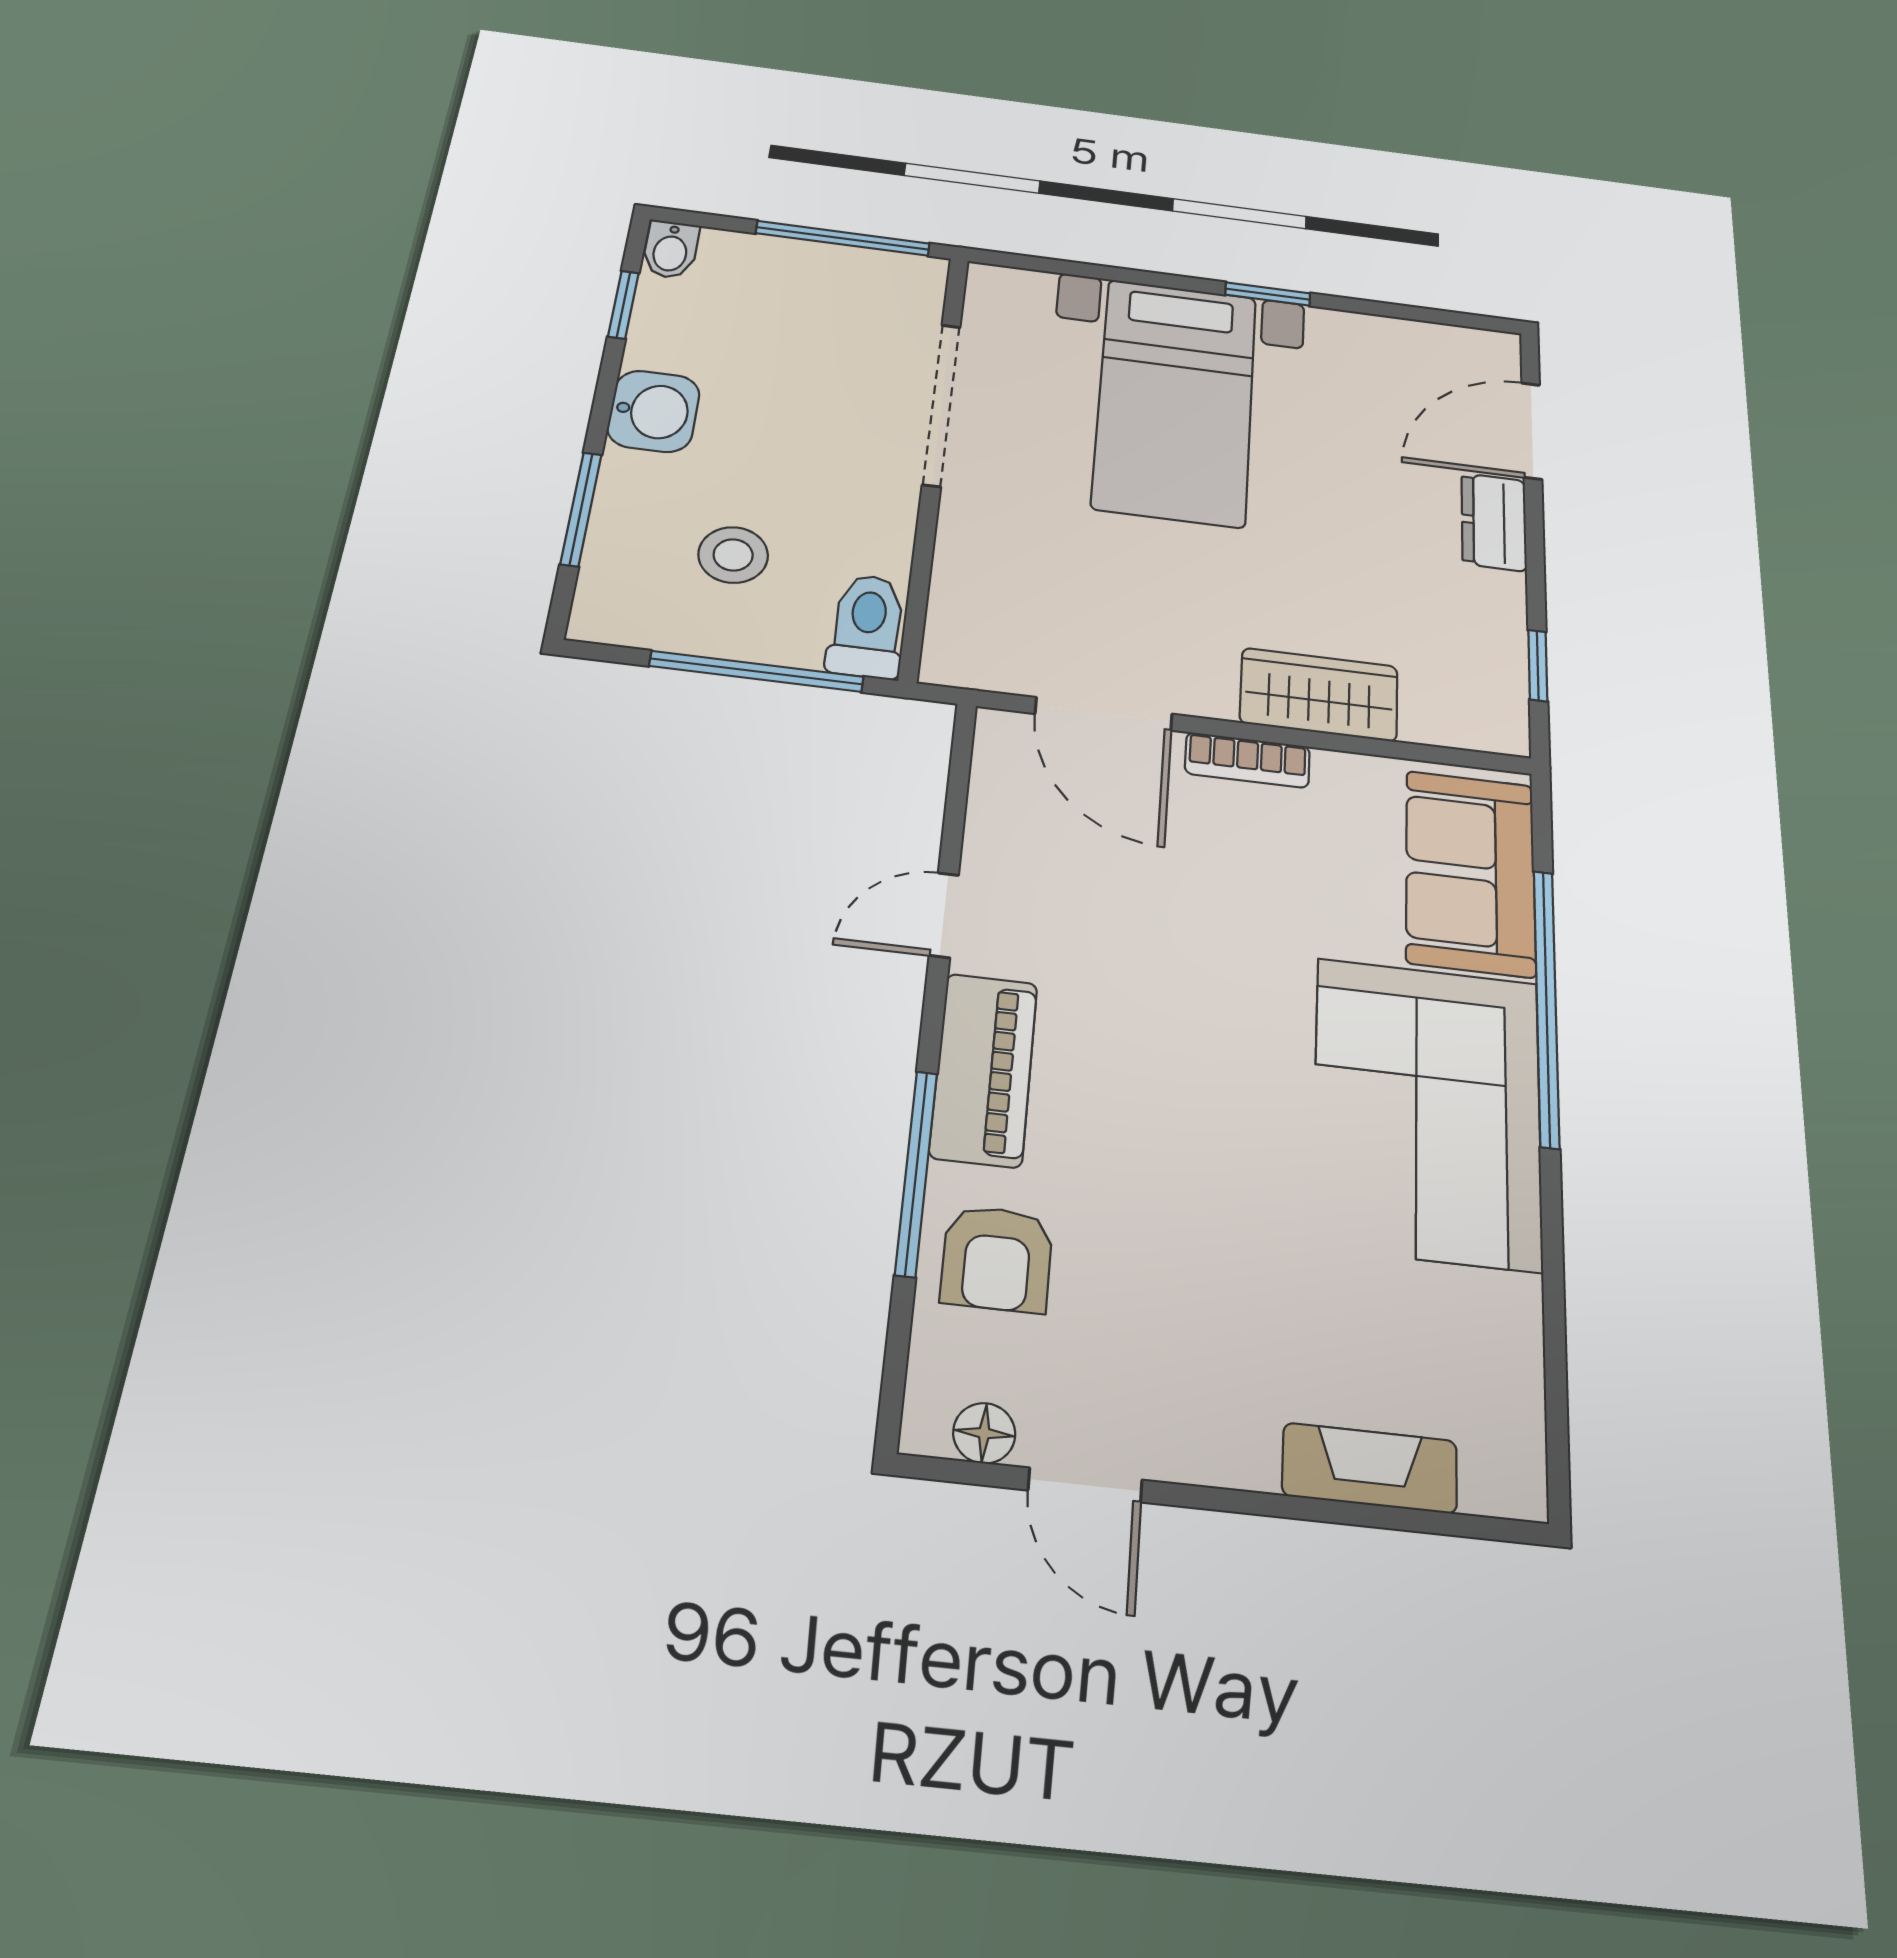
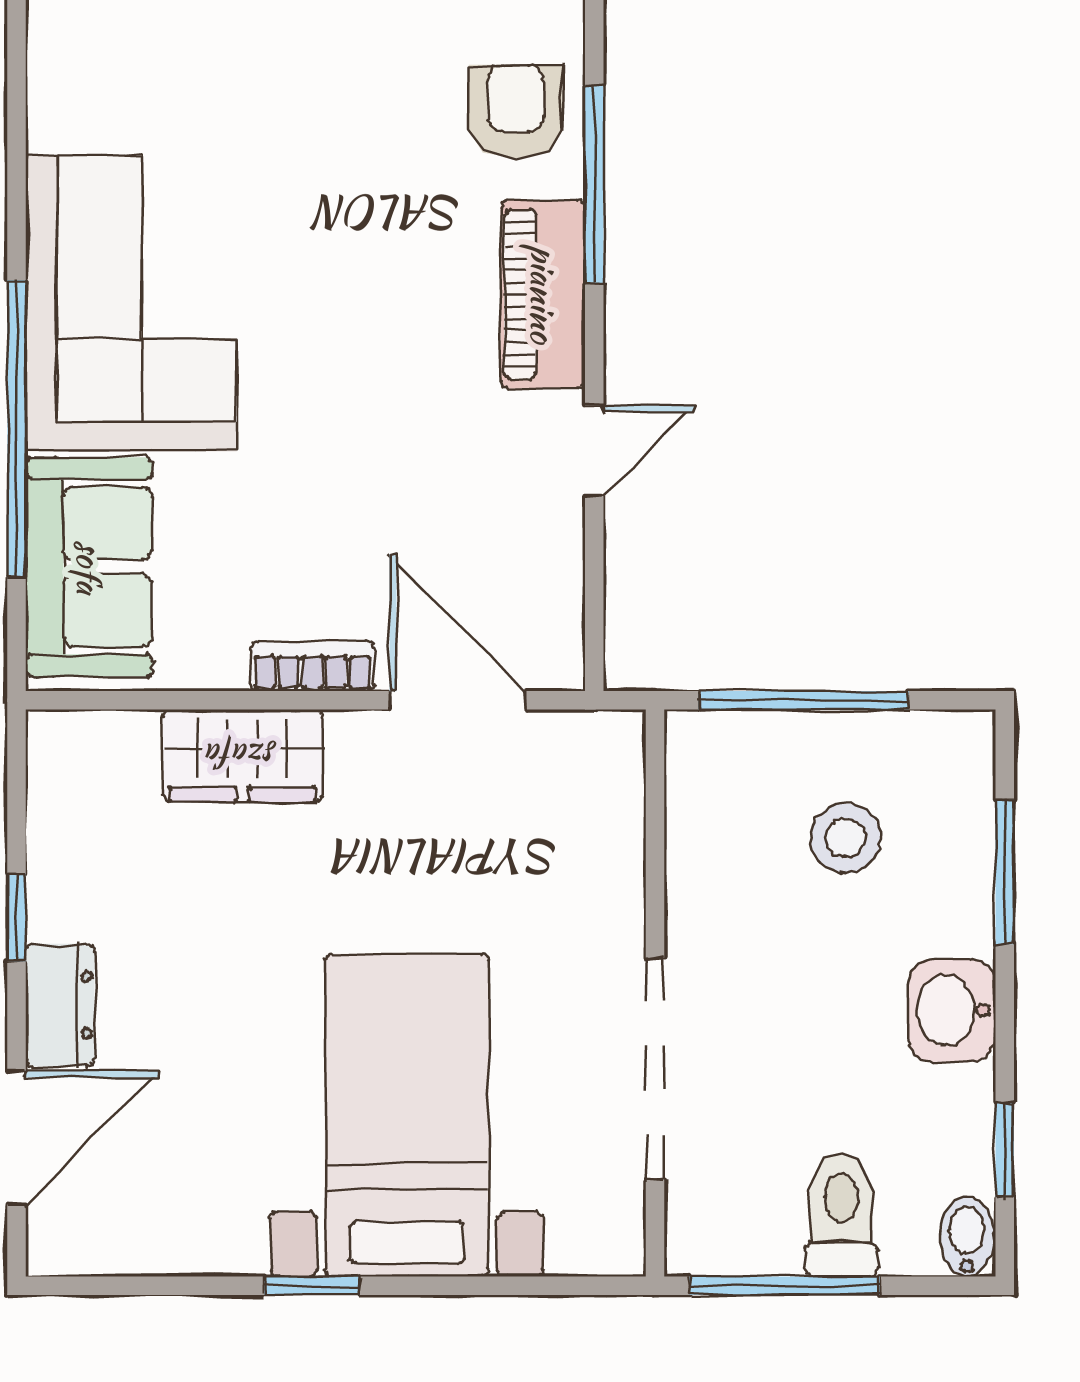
toilet: (867, 626) -> (841, 1215), moved, turned 180
window: (1538, 666) -> (16, 917), moved

